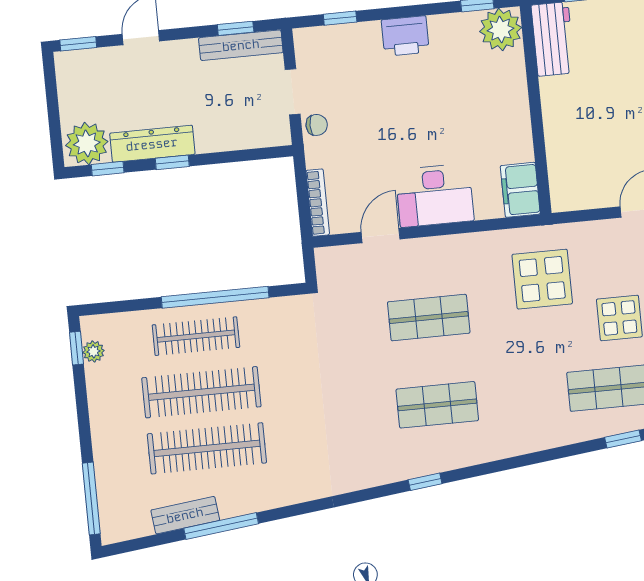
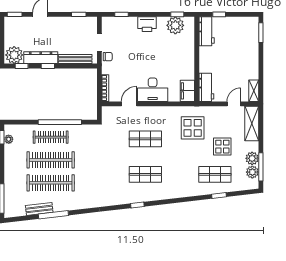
plant: (501, 30) -> (175, 25), moved
bench: (241, 45) -> (75, 59), moved
workbench: (566, 177) -> (206, 87), added

